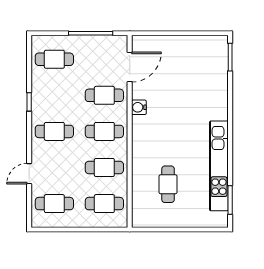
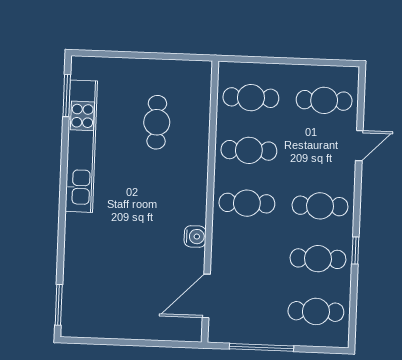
cafe table: (104, 95) -> (318, 259), moved

